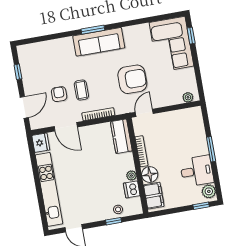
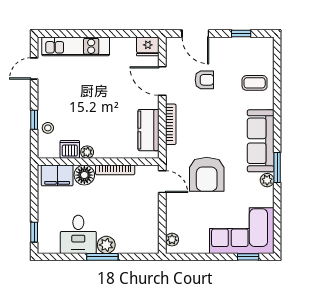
window: (93, 30) -> (277, 167), moved
plant: (129, 31) -> (267, 180), added
coffee table: (81, 90) -> (255, 83), moved
door: (66, 127) -> (162, 81), hinge flipped
kitchen counter: (121, 136) -> (149, 130), moved, turned -90
kitchen unit: (49, 189) -> (76, 46), width x0.73
plant: (209, 191) -> (106, 245), moved

